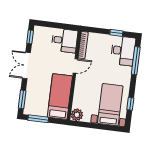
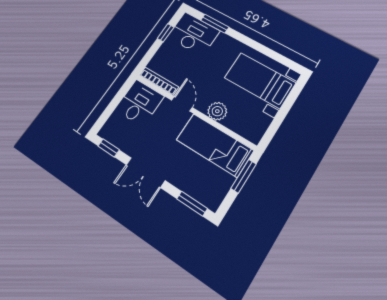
window: (136, 61) -> (215, 24), width x0.69
window: (130, 104) -> (271, 54), removed
plant: (77, 115) -> (217, 111), moved
window: (38, 119) -> (244, 176), moved

